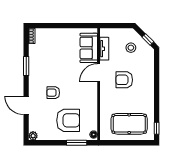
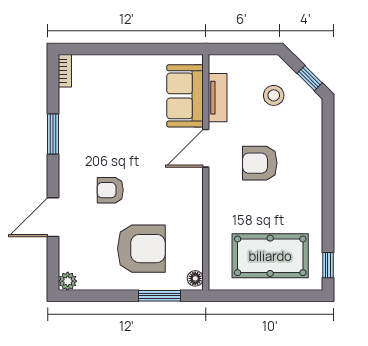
door: (26, 105) -> (53, 217), hinge flipped

